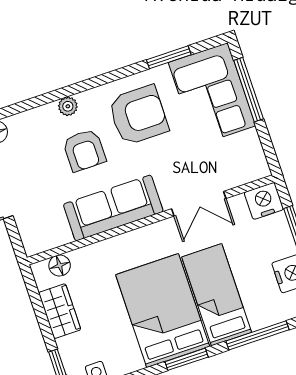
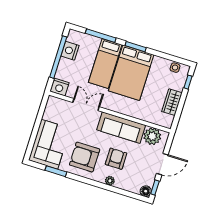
window: (249, 90) -> (34, 135), removed
plant: (51, 231) -> (152, 136), added
floor lamp: (60, 265) -> (159, 120), removed

